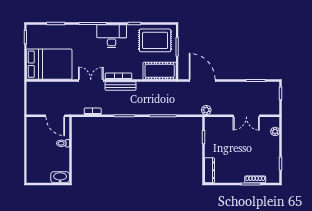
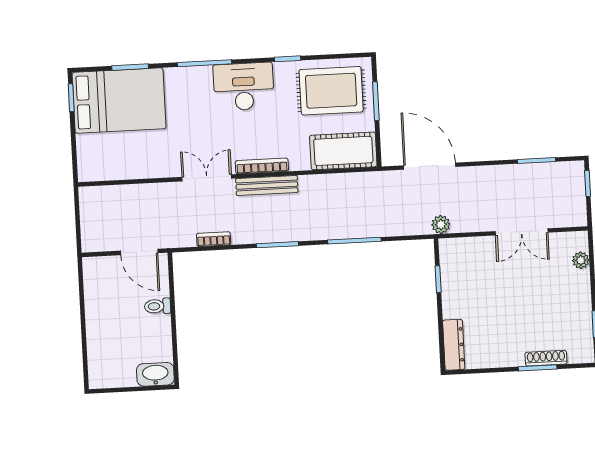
bed: (49, 64) -> (119, 101), moved

